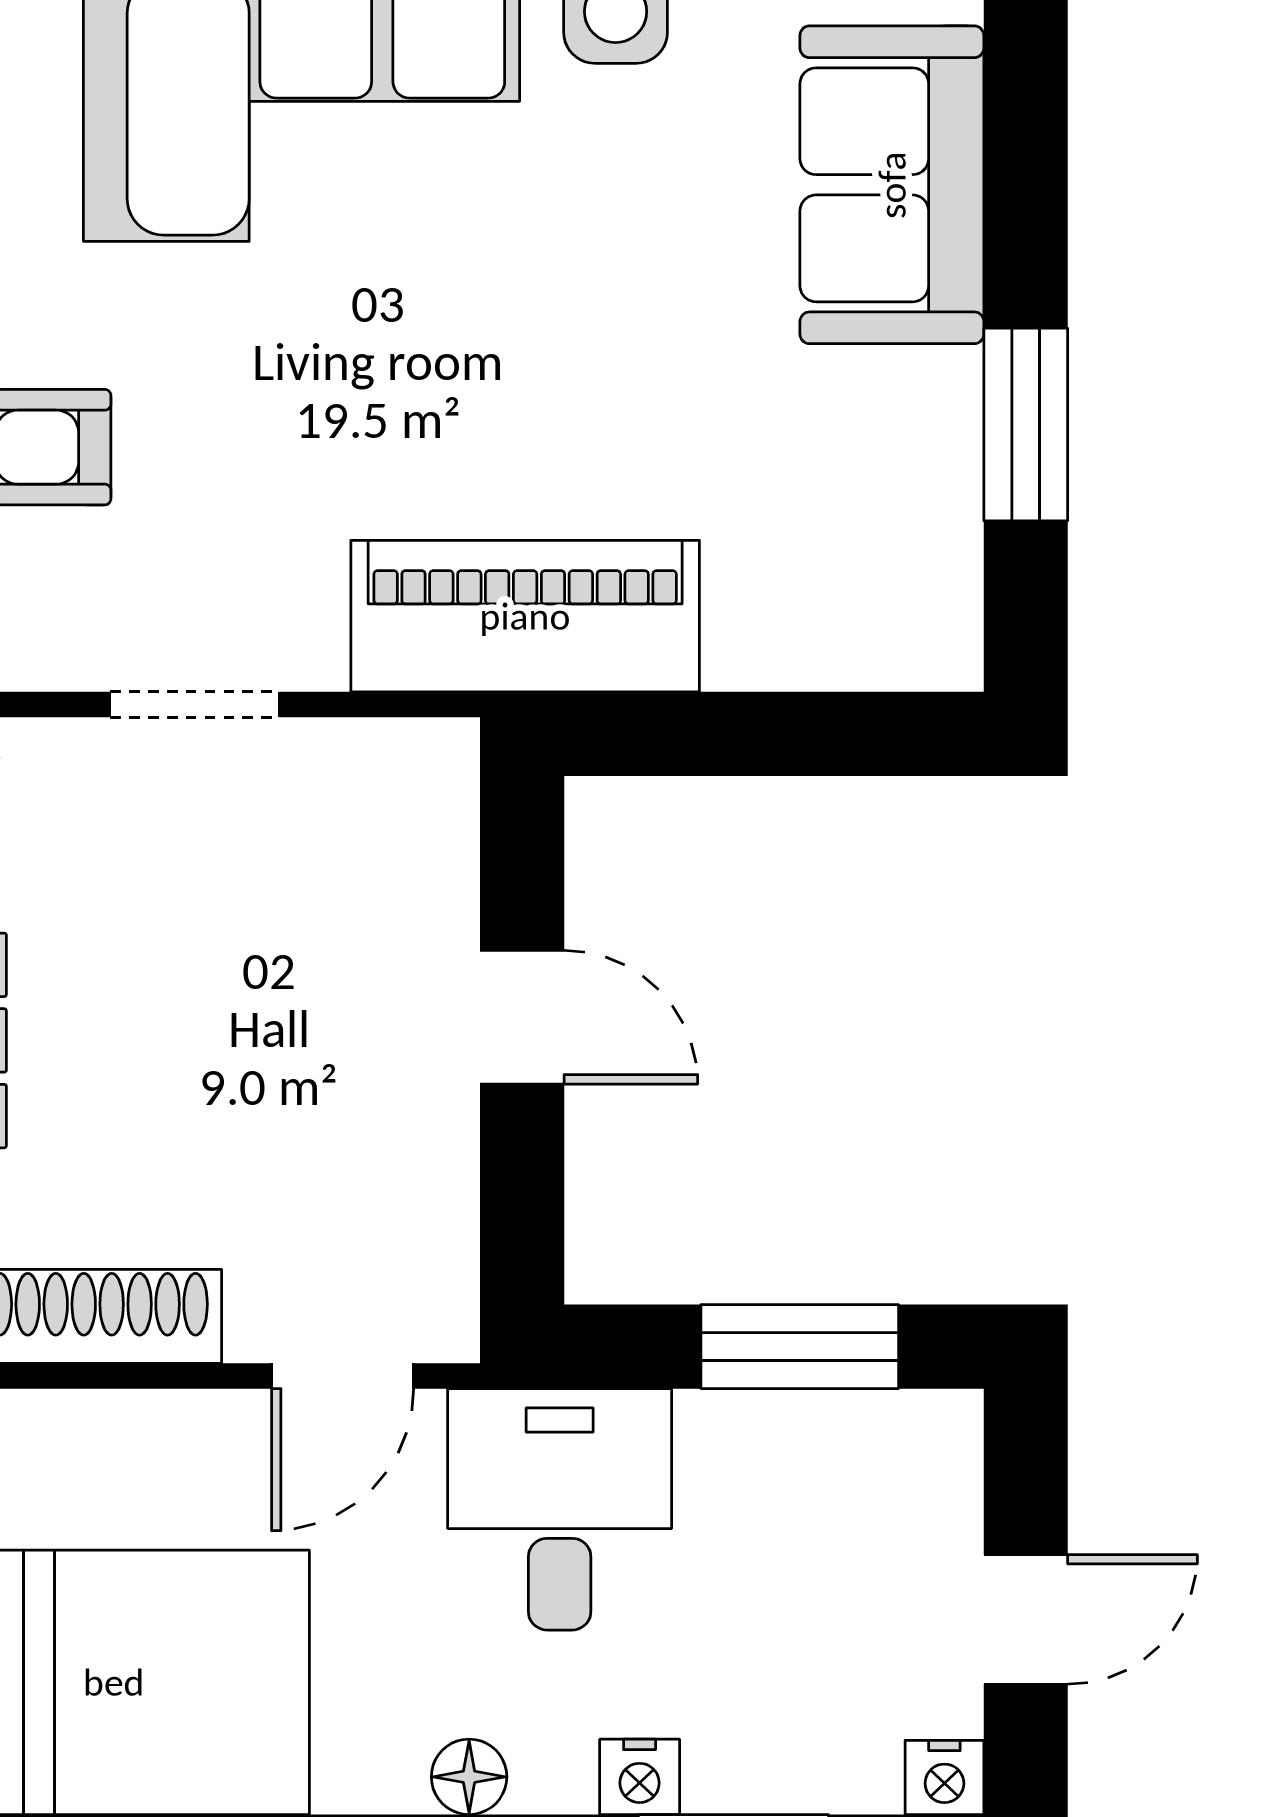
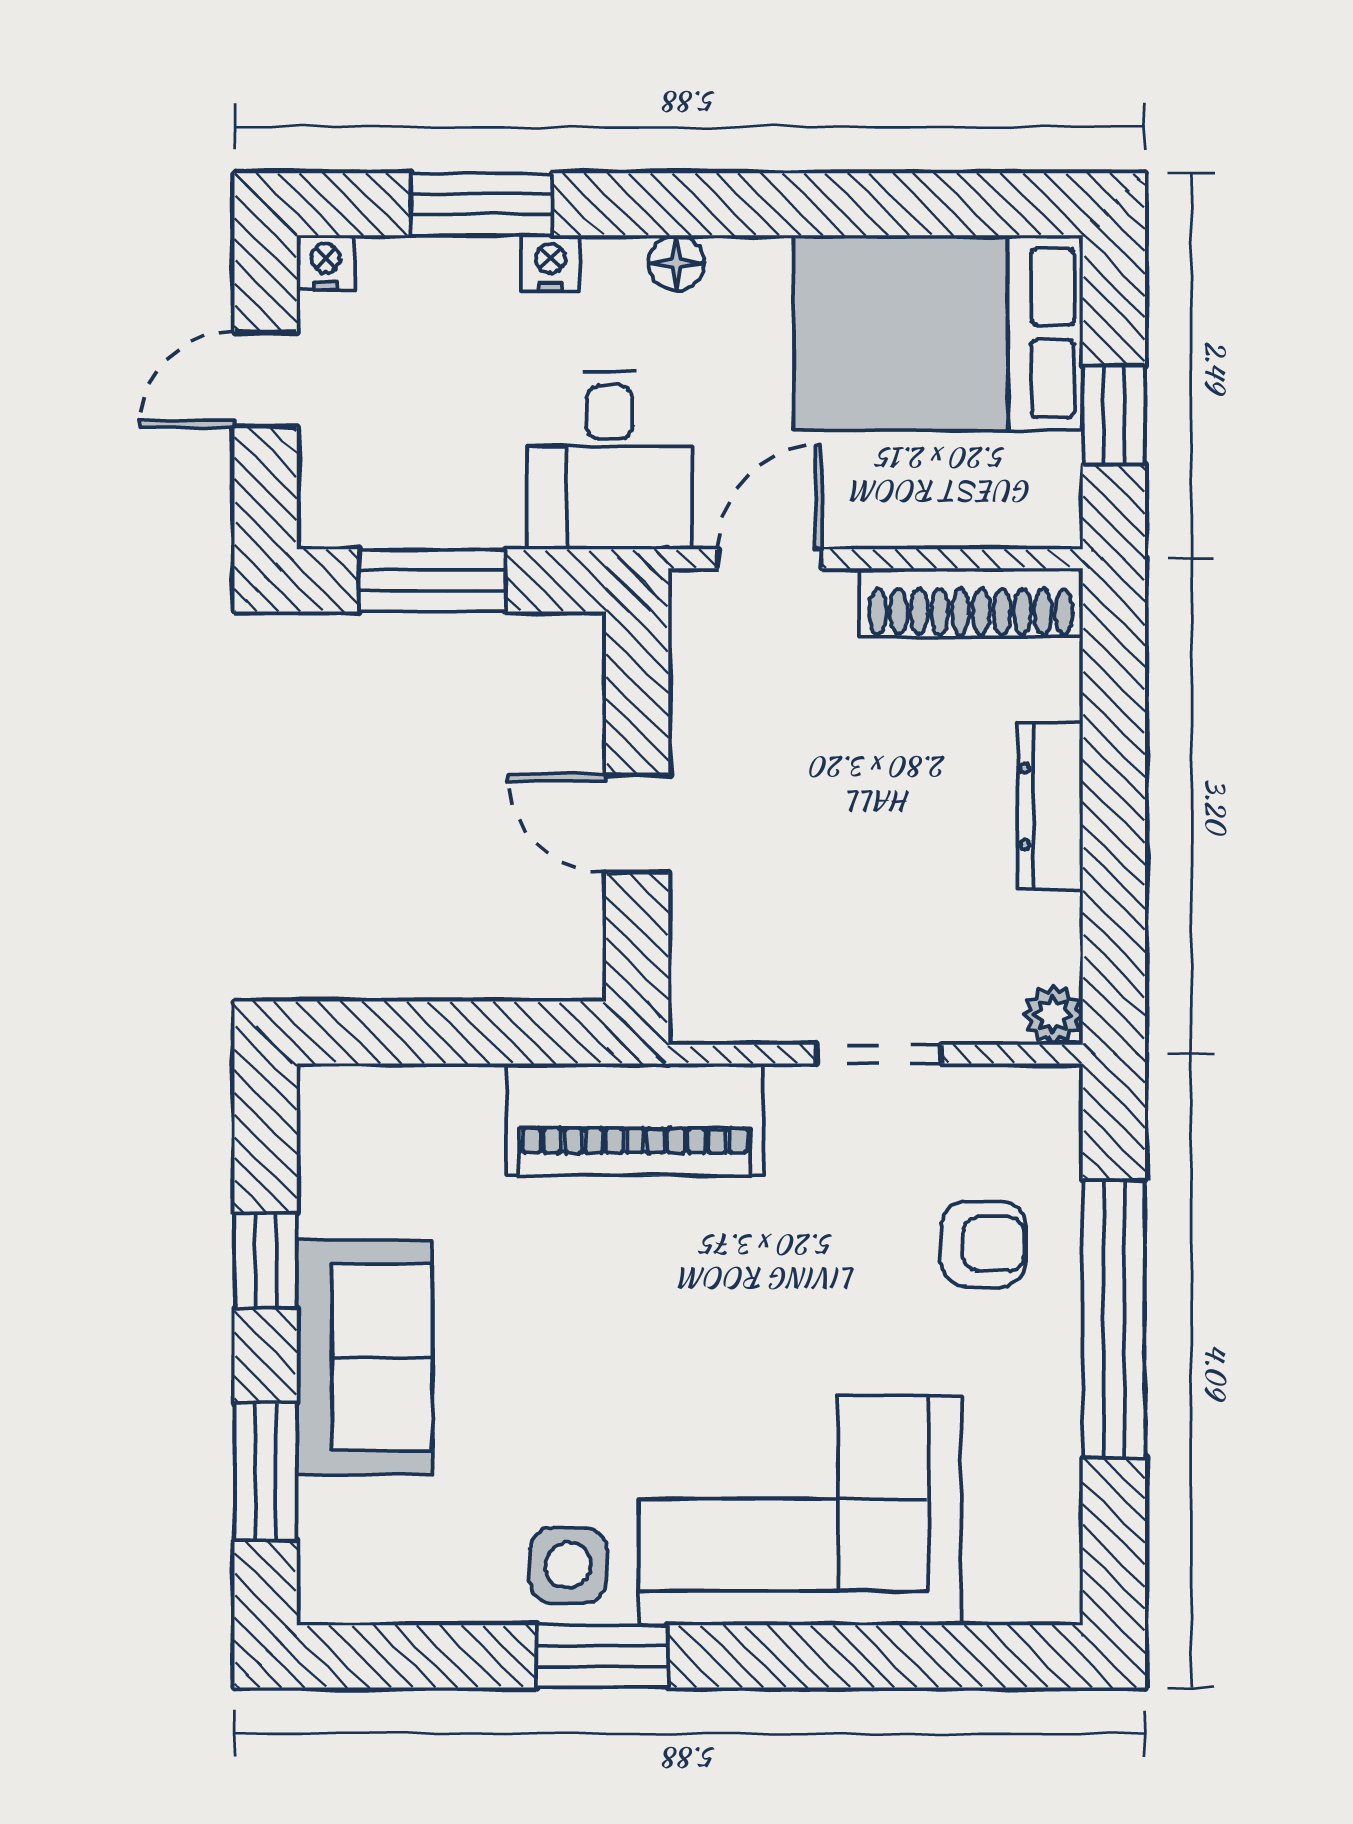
window: (1026, 139) -> (266, 1471), added
sofa: (892, 185) -> (364, 1357), moved
window: (1026, 424) -> (266, 1261), width x0.67

